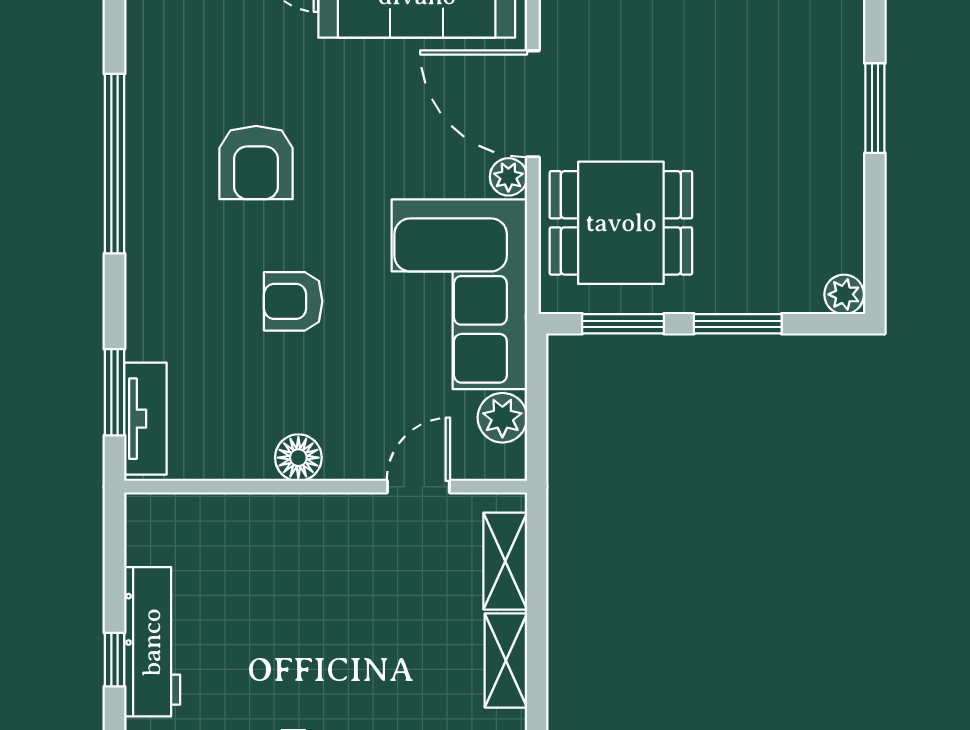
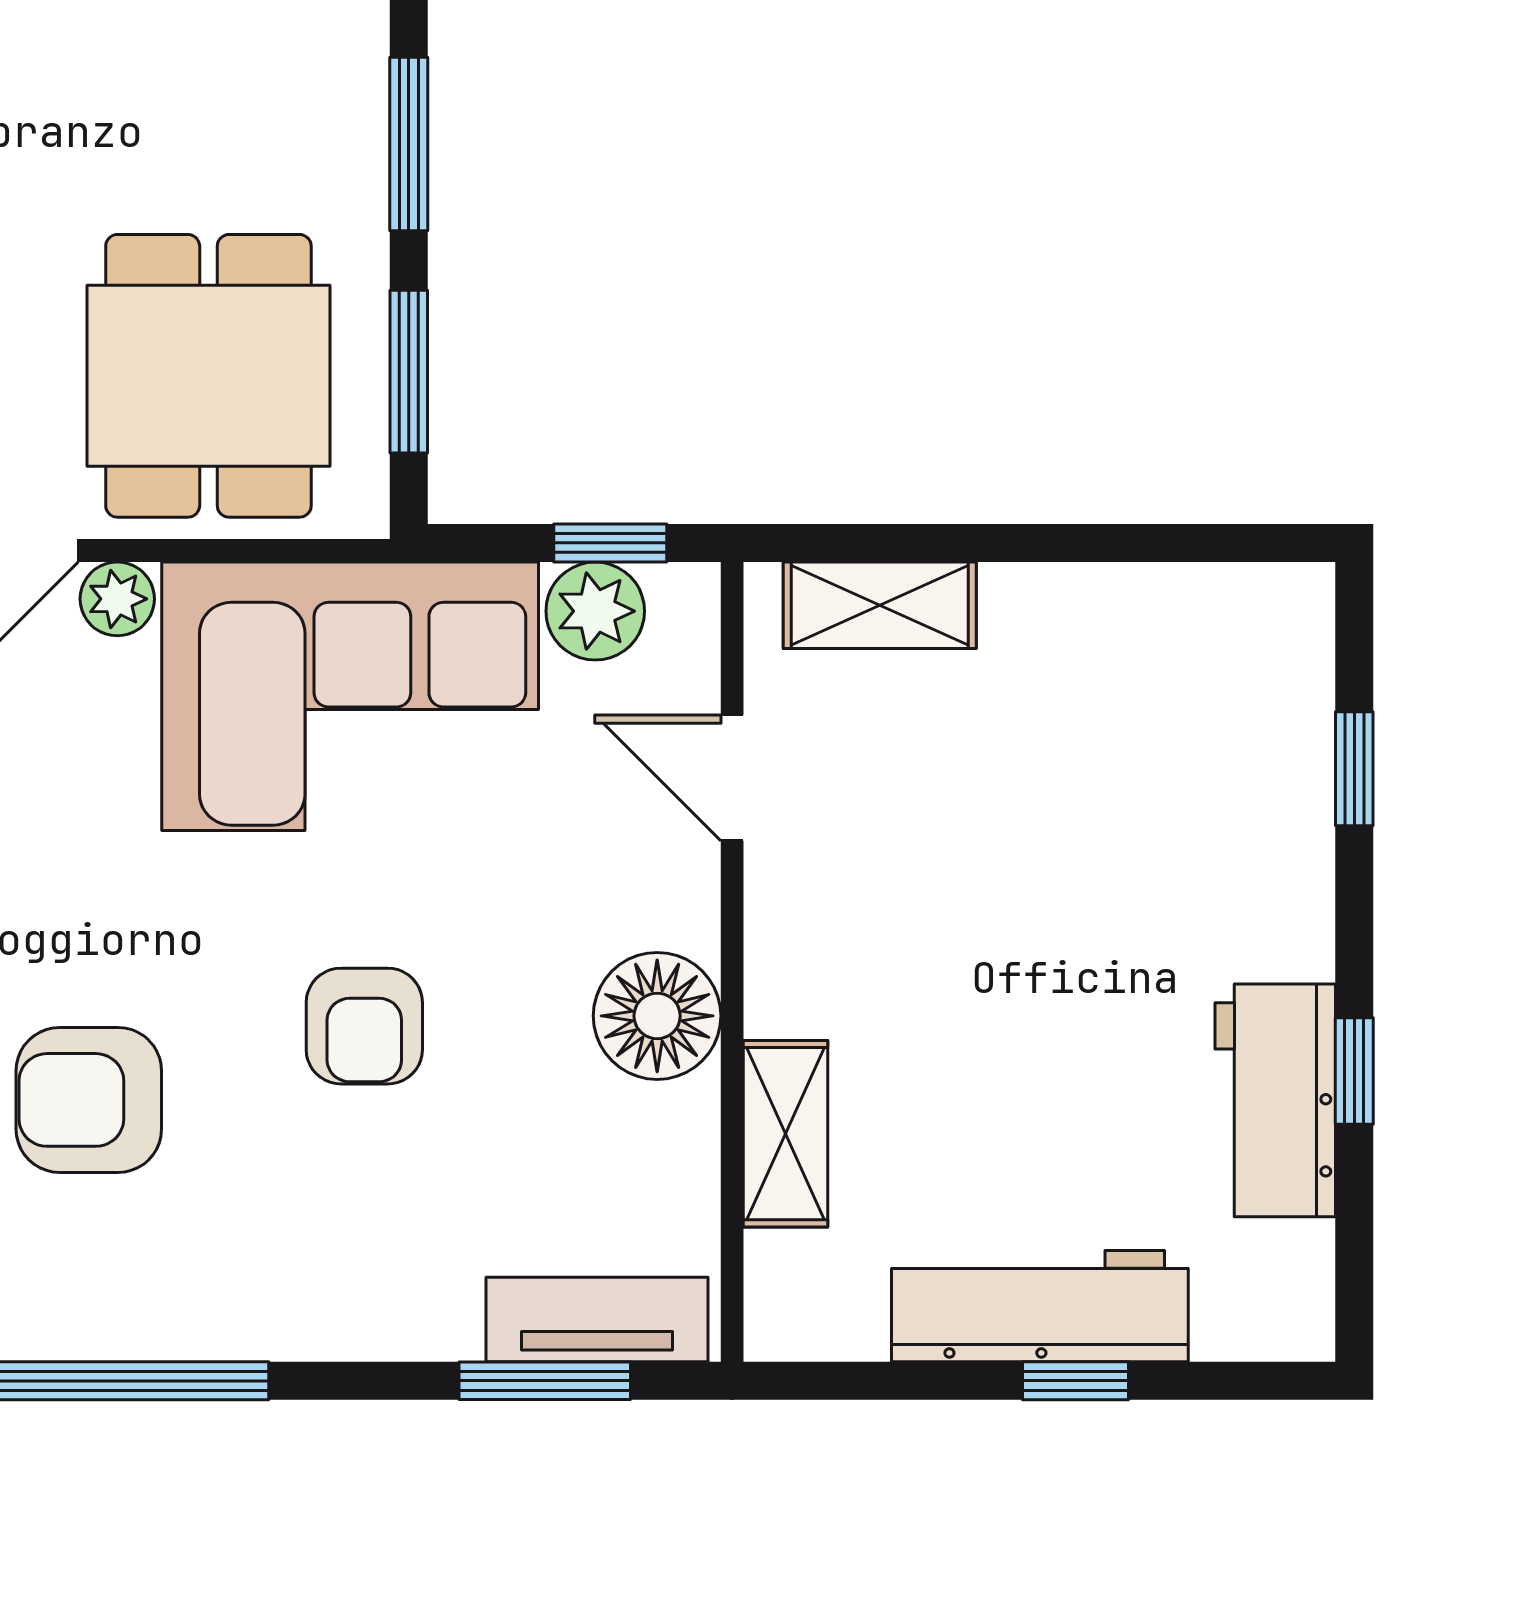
armchair: (256, 163) -> (89, 1100), turned 180
window: (537, 425) -> (610, 543), added
floor lamp: (298, 458) -> (657, 1016), width x1.38, depth x1.38
shelving: (506, 661) -> (786, 1134), moved, turned 90

